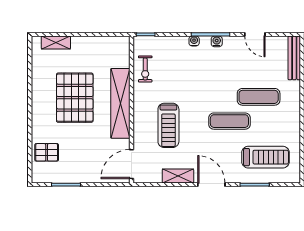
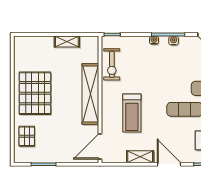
shelving: (56, 43) -> (67, 41), moved
exercise bike: (145, 69) -> (112, 64), width x1.38, depth x1.39
pallet: (75, 98) -> (35, 93), moved
pallet: (47, 152) -> (27, 136), turned 90

